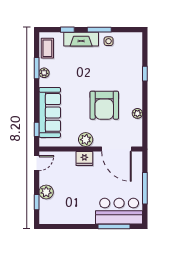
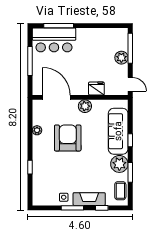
plant: (44, 73) -> (119, 164), width x1.88, depth x1.88
window: (37, 129) -> (130, 140), moved
fridge: (84, 159) -> (96, 89), moved
door: (37, 163) -> (130, 84), swing flipped
window: (37, 202) -> (130, 48), width x2.17

